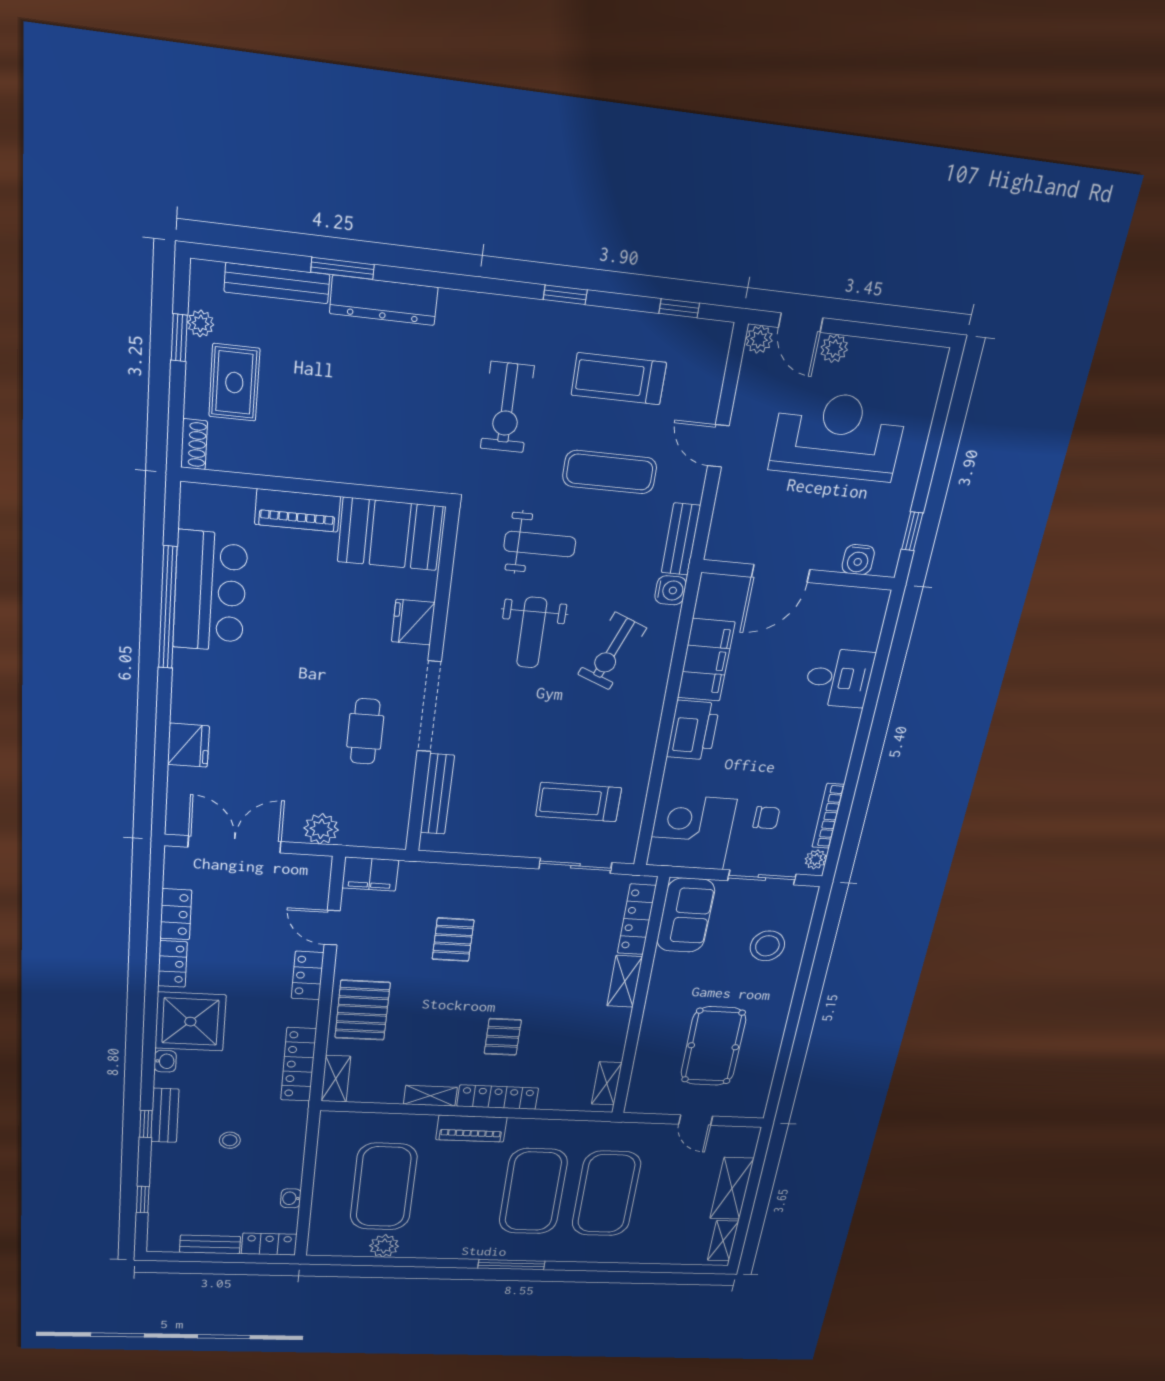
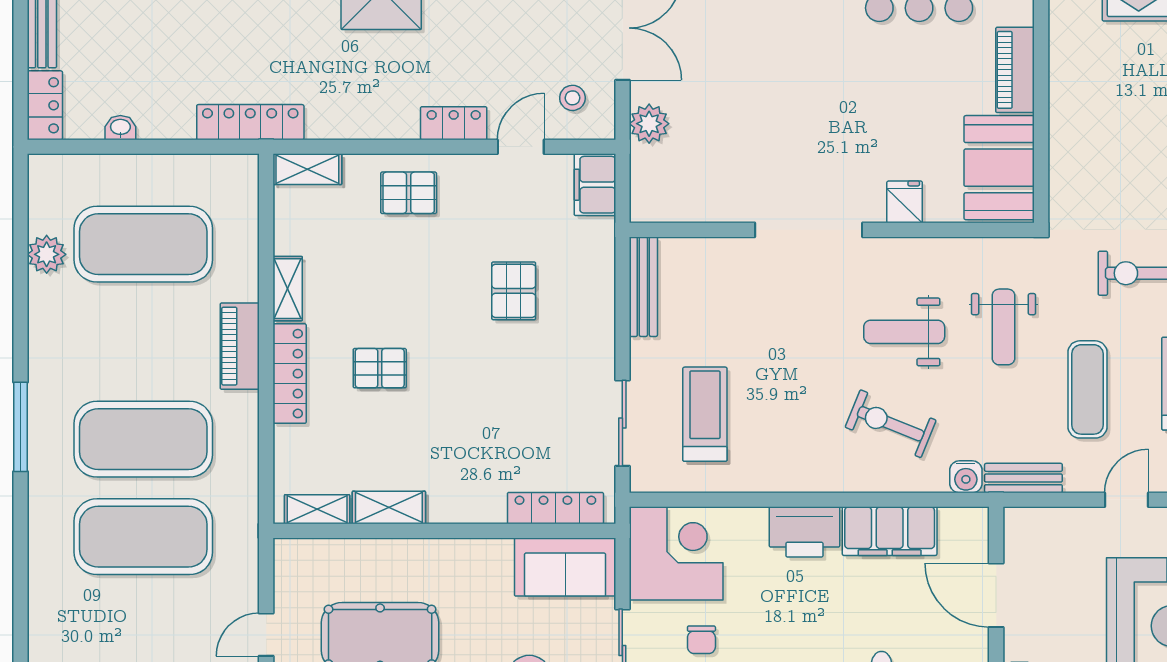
fridge: (413, 622) -> (905, 202), width x0.72
cafe table: (365, 731) -> (773, 162), removed
bench: (437, 794) -> (643, 287), moved, turned 90
pallet: (453, 940) -> (514, 291), turned 90
shelving: (625, 981) -> (389, 508), moved
pallet: (362, 1010) -> (409, 193), width x0.67, depth x0.71
locker: (299, 1064) -> (250, 122), moved
stool: (230, 1140) -> (572, 98), moved

